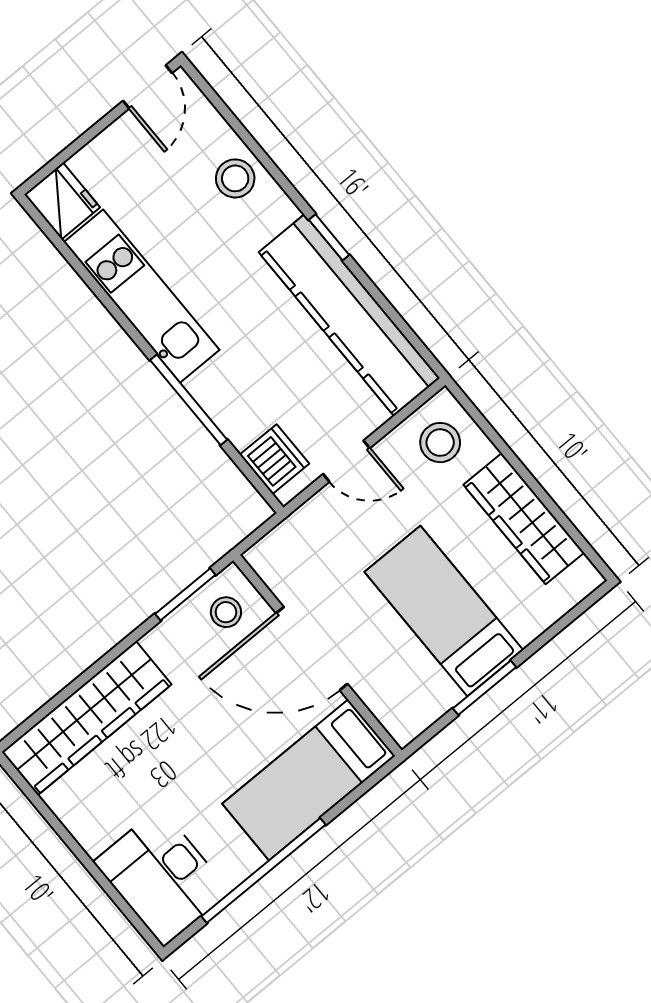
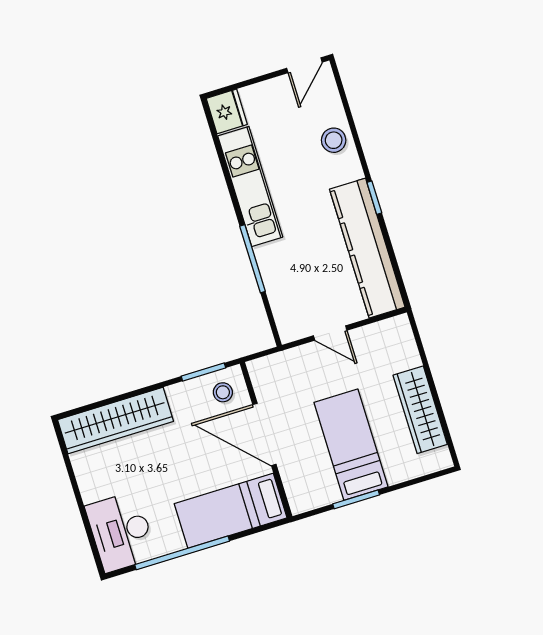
stool: (440, 443) -> (390, 345), removed
dishwasher: (274, 459) -> (288, 314), removed

